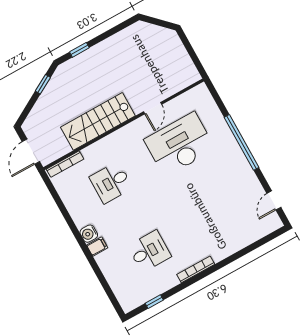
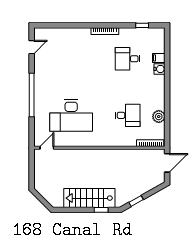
door: (153, 108) -> (47, 148), moved
stairs: (98, 121) -> (89, 198), moved, turned 180
plant: (73, 202) -> (159, 117), added
water cooler: (89, 234) -> (160, 69), moved
filing cabinet: (97, 246) -> (159, 58), moved

